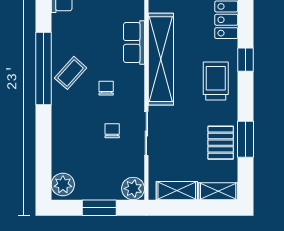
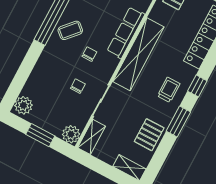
row of seats: (134, 42) -> (126, 33), width x1.48
trolley: (216, 81) -> (169, 90), width x0.73, depth x0.72
window: (245, 139) -> (178, 122), moved
shelving: (177, 191) -> (92, 137), moved, turned 90

